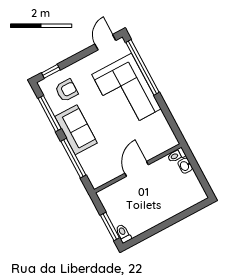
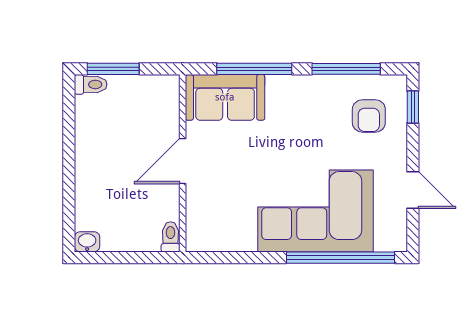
door: (105, 42) -> (413, 190), moved
sofa: (76, 130) -> (225, 97), moved
washbasin: (185, 166) -> (87, 242), moved
door: (137, 169) -> (183, 161), swing flipped

